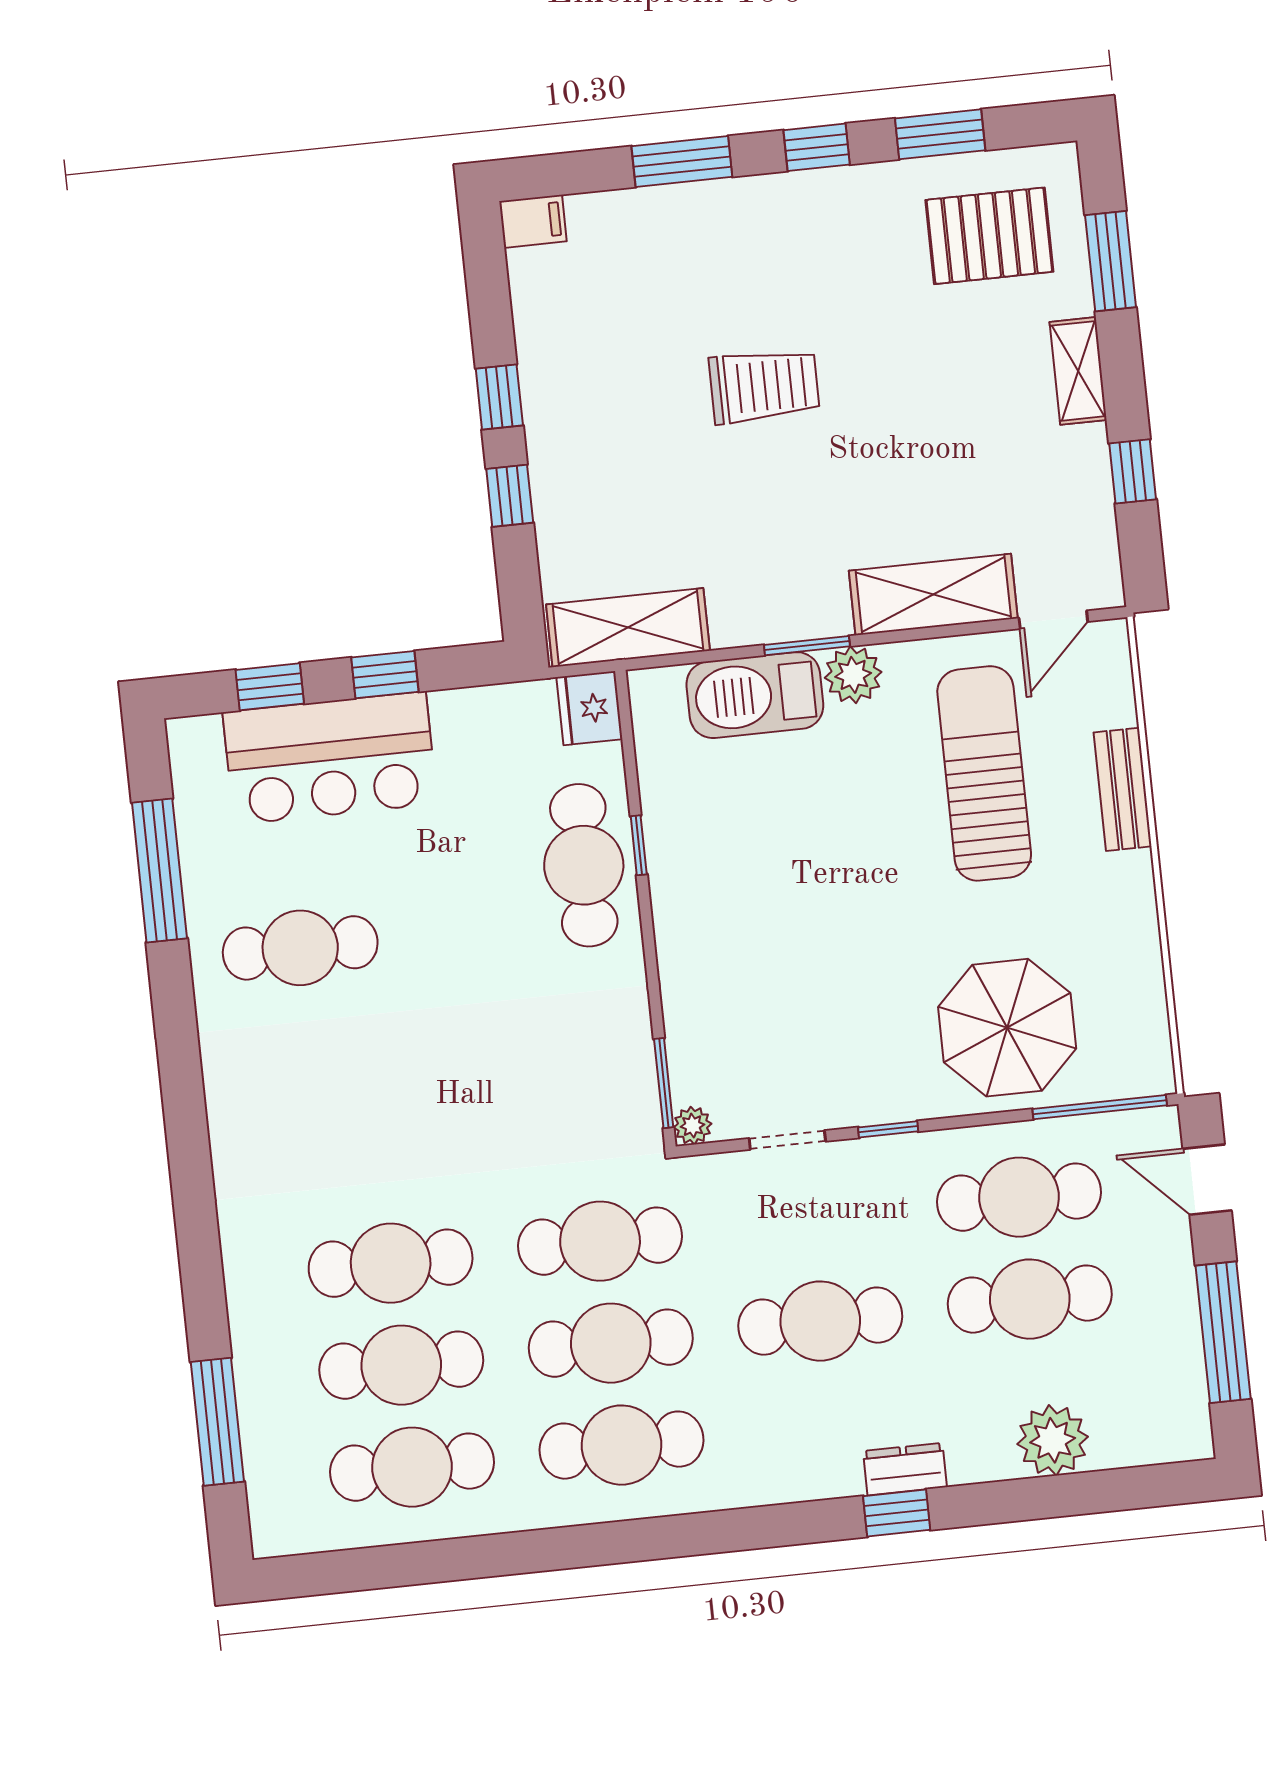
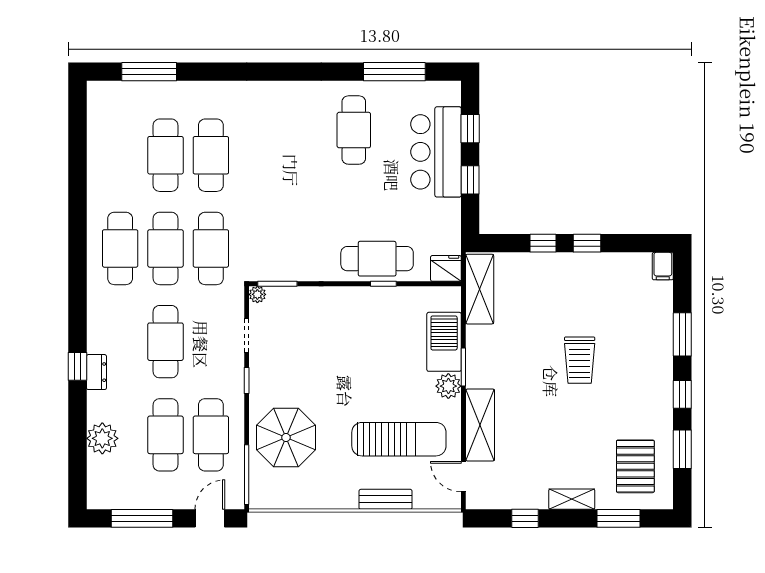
cafe table: (412, 1467) -> (120, 155), removed

